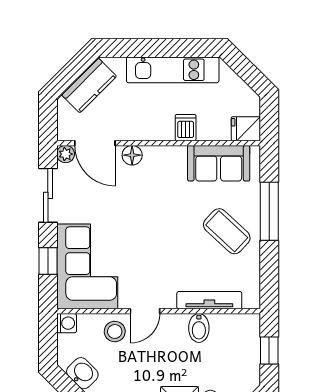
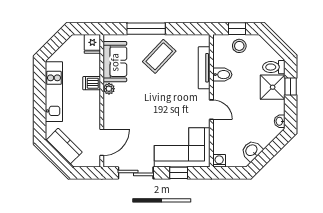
plant: (66, 154) -> (109, 89), moved
floor lamp: (132, 155) -> (110, 118), removed
stool: (115, 331) -> (239, 46), moved

